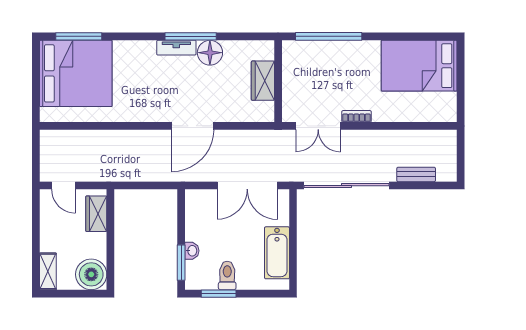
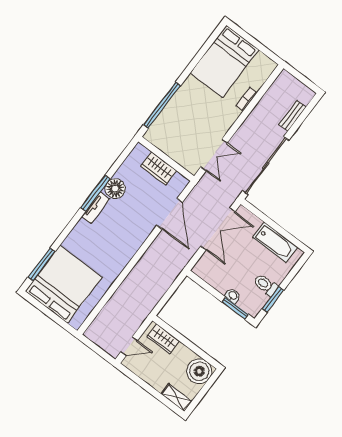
bookcase: (356, 116) -> (247, 99), moved
door: (193, 126) -> (170, 214), moved

